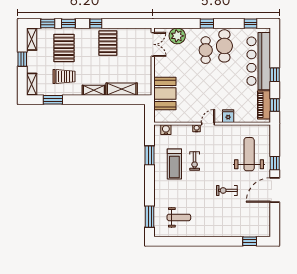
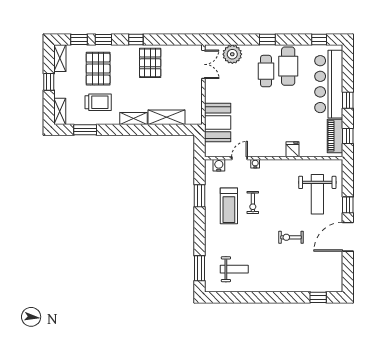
door: (208, 124) -> (239, 158), moved
weight bench: (249, 154) -> (317, 194), turned 180

